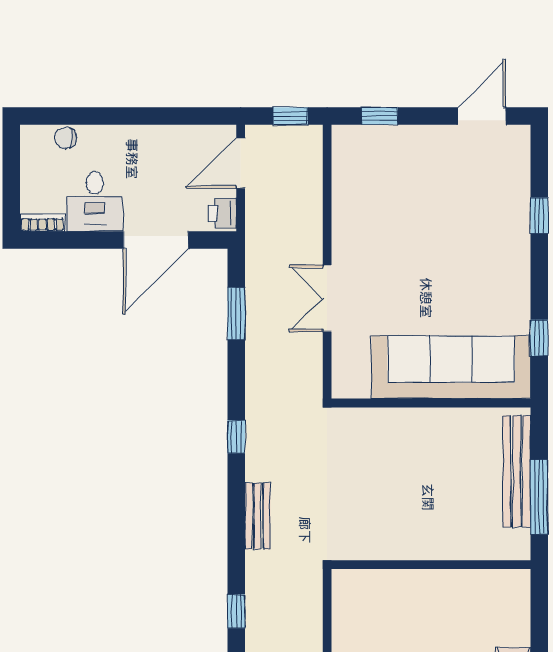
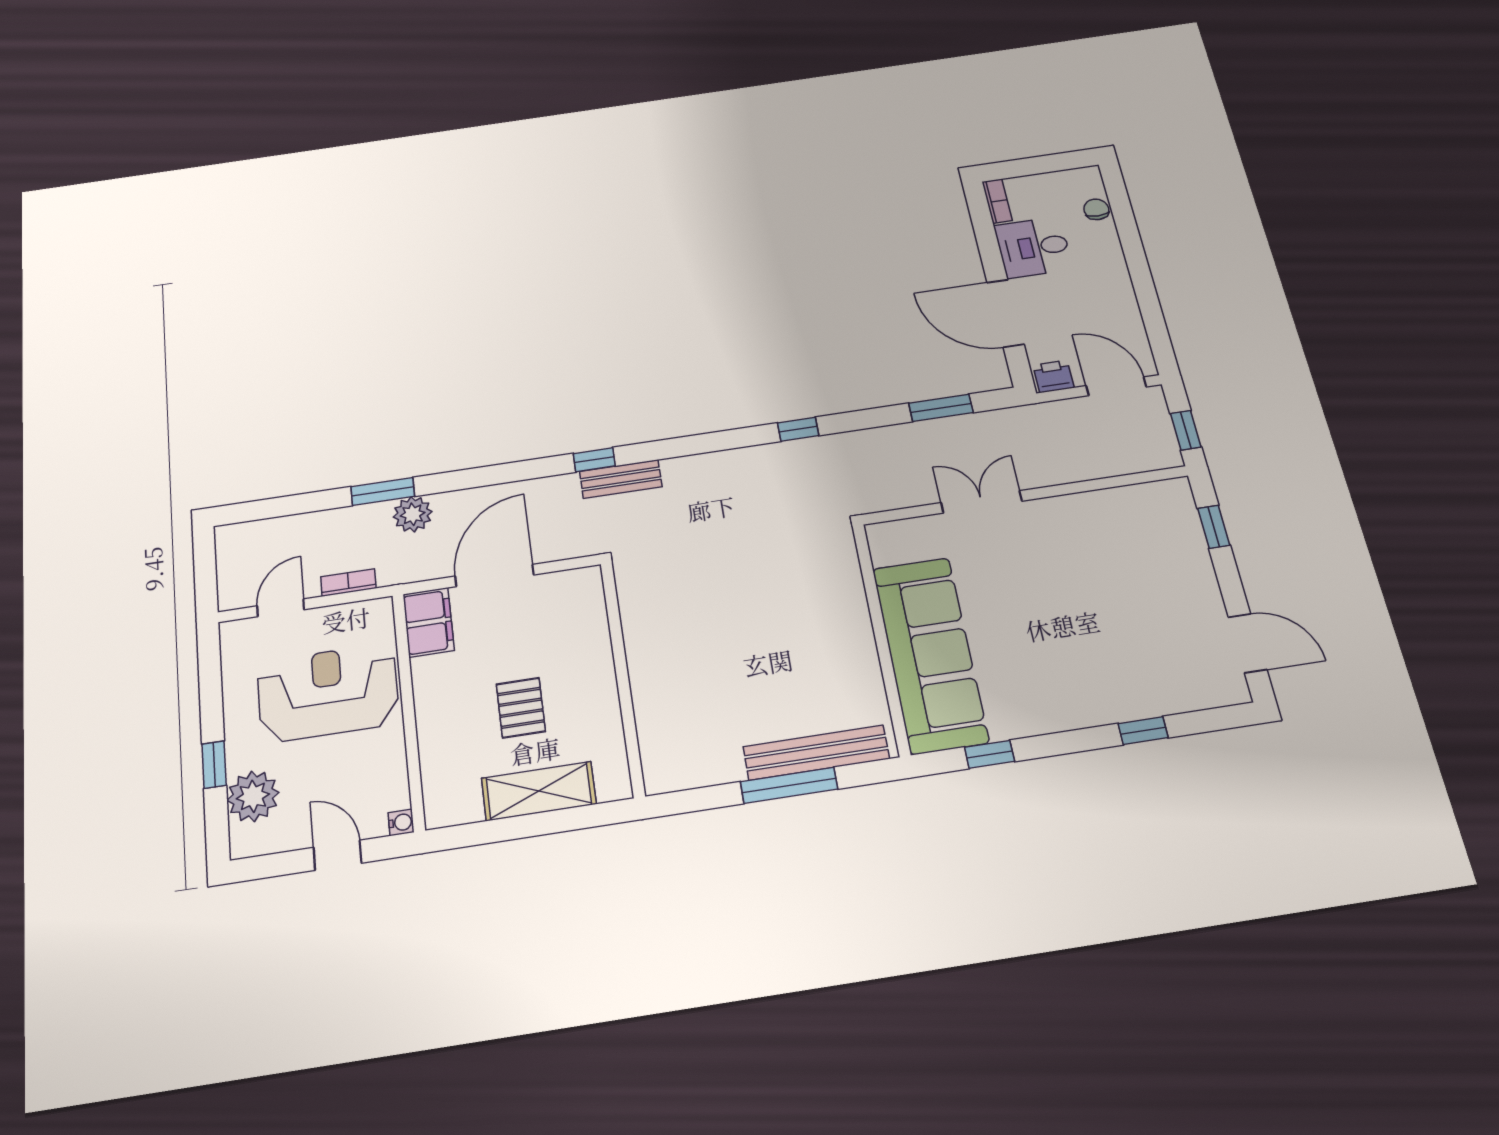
bench: (258, 516) -> (621, 479), moved
wall: (431, 565) -> (622, 677), moved

